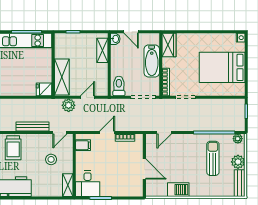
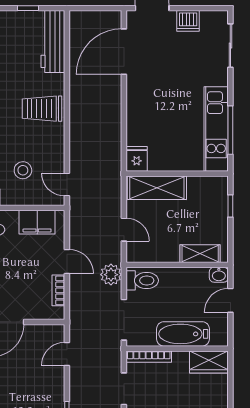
plant: (69, 105) -> (111, 275), moved
bench: (32, 126) -> (77, 140), removed
door: (164, 132) -> (67, 354), hinge flipped
filing cabinet: (83, 145) -> (37, 222), width x2.00

